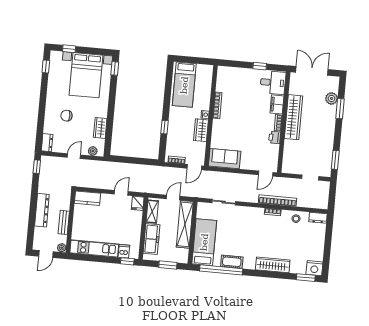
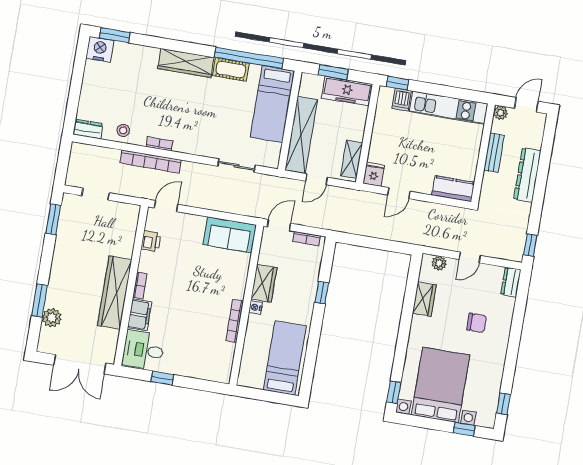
printer: (275, 137) -> (151, 241), moved
freezer: (152, 239) -> (347, 91), moved, turned -90
wardrobe: (273, 265) -> (186, 63), moved

